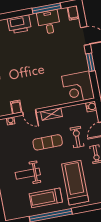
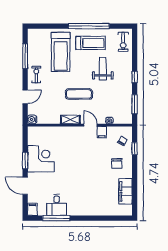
printer: (19, 24) -> (84, 208), removed
corner desk: (78, 87) -> (41, 159), moved
exercise bike: (77, 137) -> (123, 42), moved
weight bench: (28, 174) -> (103, 69), turned -90

